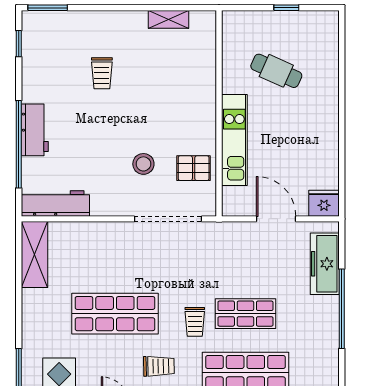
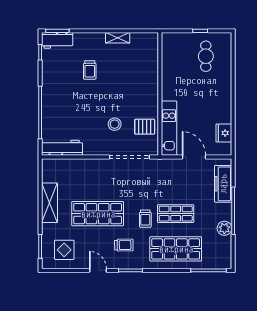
shelving: (169, 19) -> (118, 38), moved
cafe table: (276, 71) -> (206, 56), moved, turned 66
workbench: (35, 130) -> (57, 40), moved, turned 90
kitchen unit: (234, 140) -> (169, 128), moved
fridge: (324, 203) -> (224, 133), moved, turned -90
shelving: (34, 255) -> (50, 203), moved
plant: (327, 338) -> (224, 228), added

